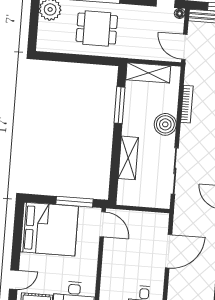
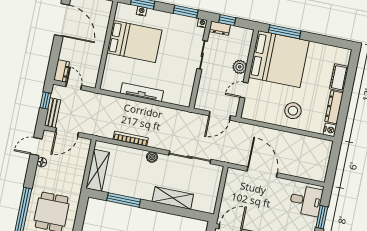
floor lamp: (180, 13) -> (42, 162), moved
door: (184, 47) -> (67, 132), moved
boiler: (165, 124) -> (152, 157), width x0.54, depth x0.54

